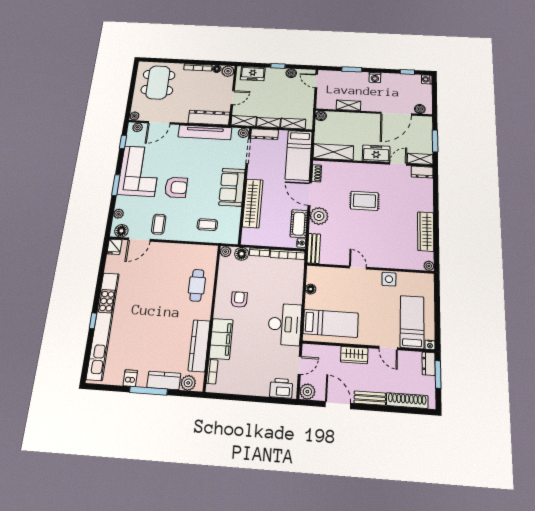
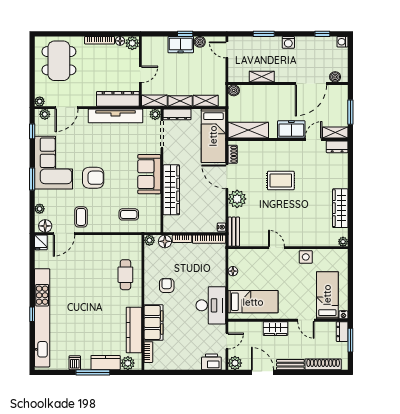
freezer: (253, 74) -> (181, 45), moved
cot: (299, 224) -> (218, 208), removed

